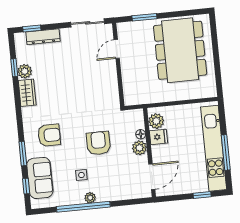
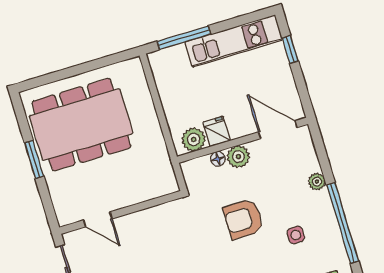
window: (144, 17) -> (34, 159), moved
kitchen unit: (214, 148) -> (234, 41), width x0.73
window: (226, 152) -> (184, 38), moved
plant: (90, 198) -> (317, 182), moved

